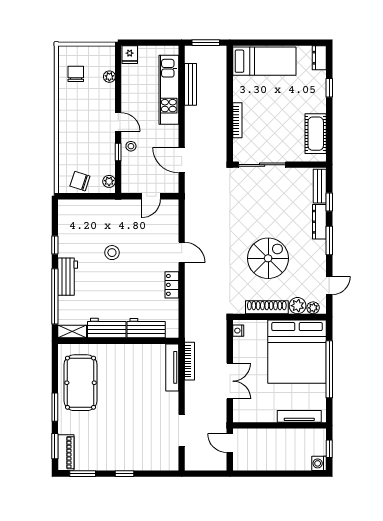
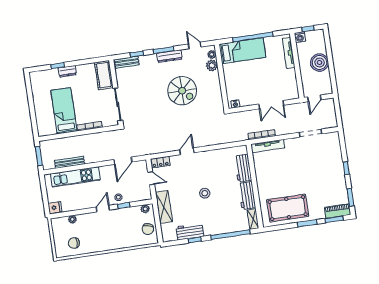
dresser: (319, 58) -> (67, 71), moved
bed: (264, 61) -> (64, 111), moved
cot: (316, 134) -> (104, 75), moved, turned 90
shelving: (108, 208) -> (164, 207), added
dresser: (319, 222) -> (169, 56), moved
stool: (112, 253) -> (205, 193), moved
spiral stairs: (268, 258) -> (182, 91), turned 180
workbench: (68, 277) -> (190, 232), moved
locker: (172, 285) -> (160, 162), moved
shoe rack: (267, 307) -> (216, 87), removed
bed: (297, 352) -> (242, 51), width x0.49
double door: (230, 381) -> (271, 105), swing flipped
boiler: (279, 458) -> (319, 63), added
washing machine: (319, 463) -> (300, 37), moved

